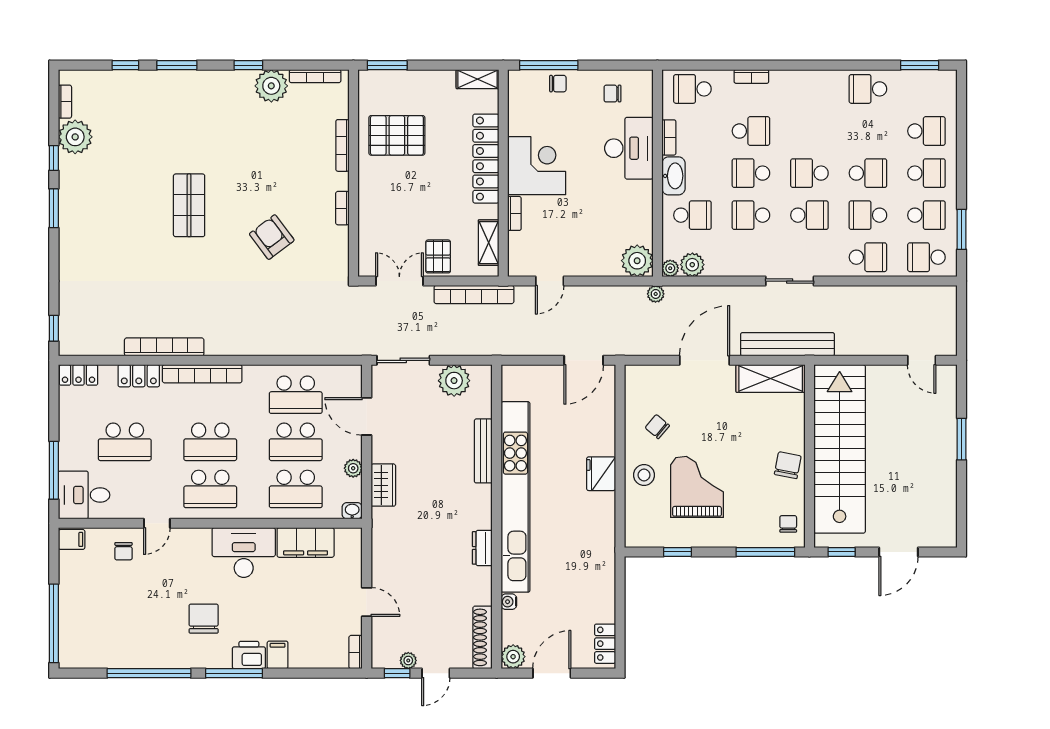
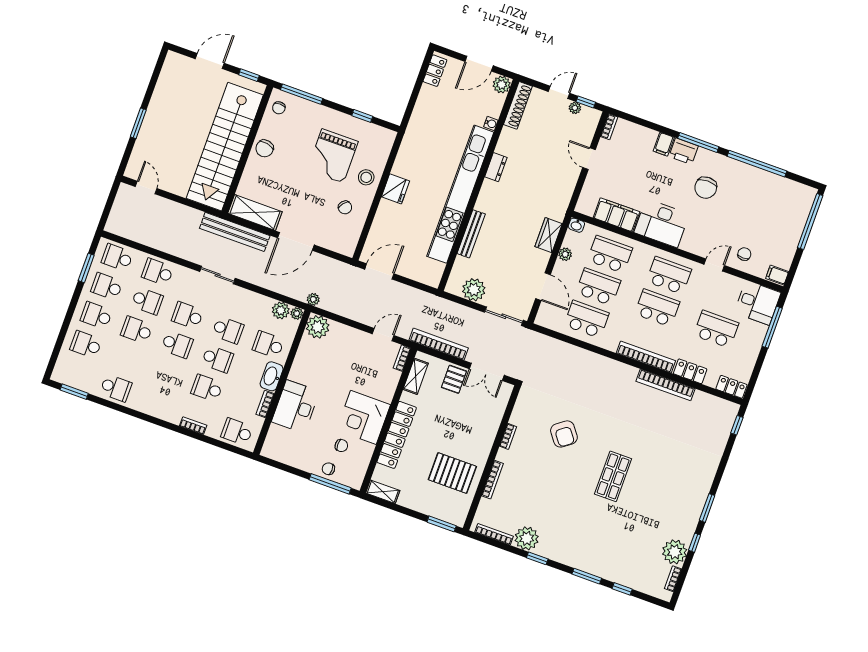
school desk: (692, 89) -> (237, 432), turned 180
chair: (612, 94) -> (341, 446), moved
bookcase: (514, 213) -> (402, 358), moved
school desk: (926, 257) -> (117, 257), turned 180

